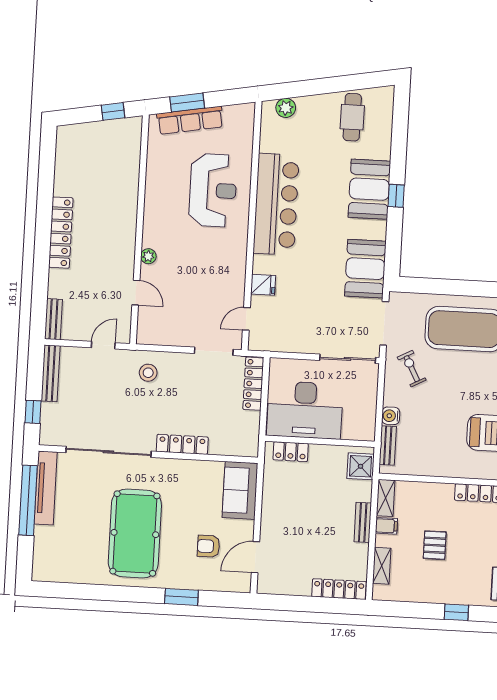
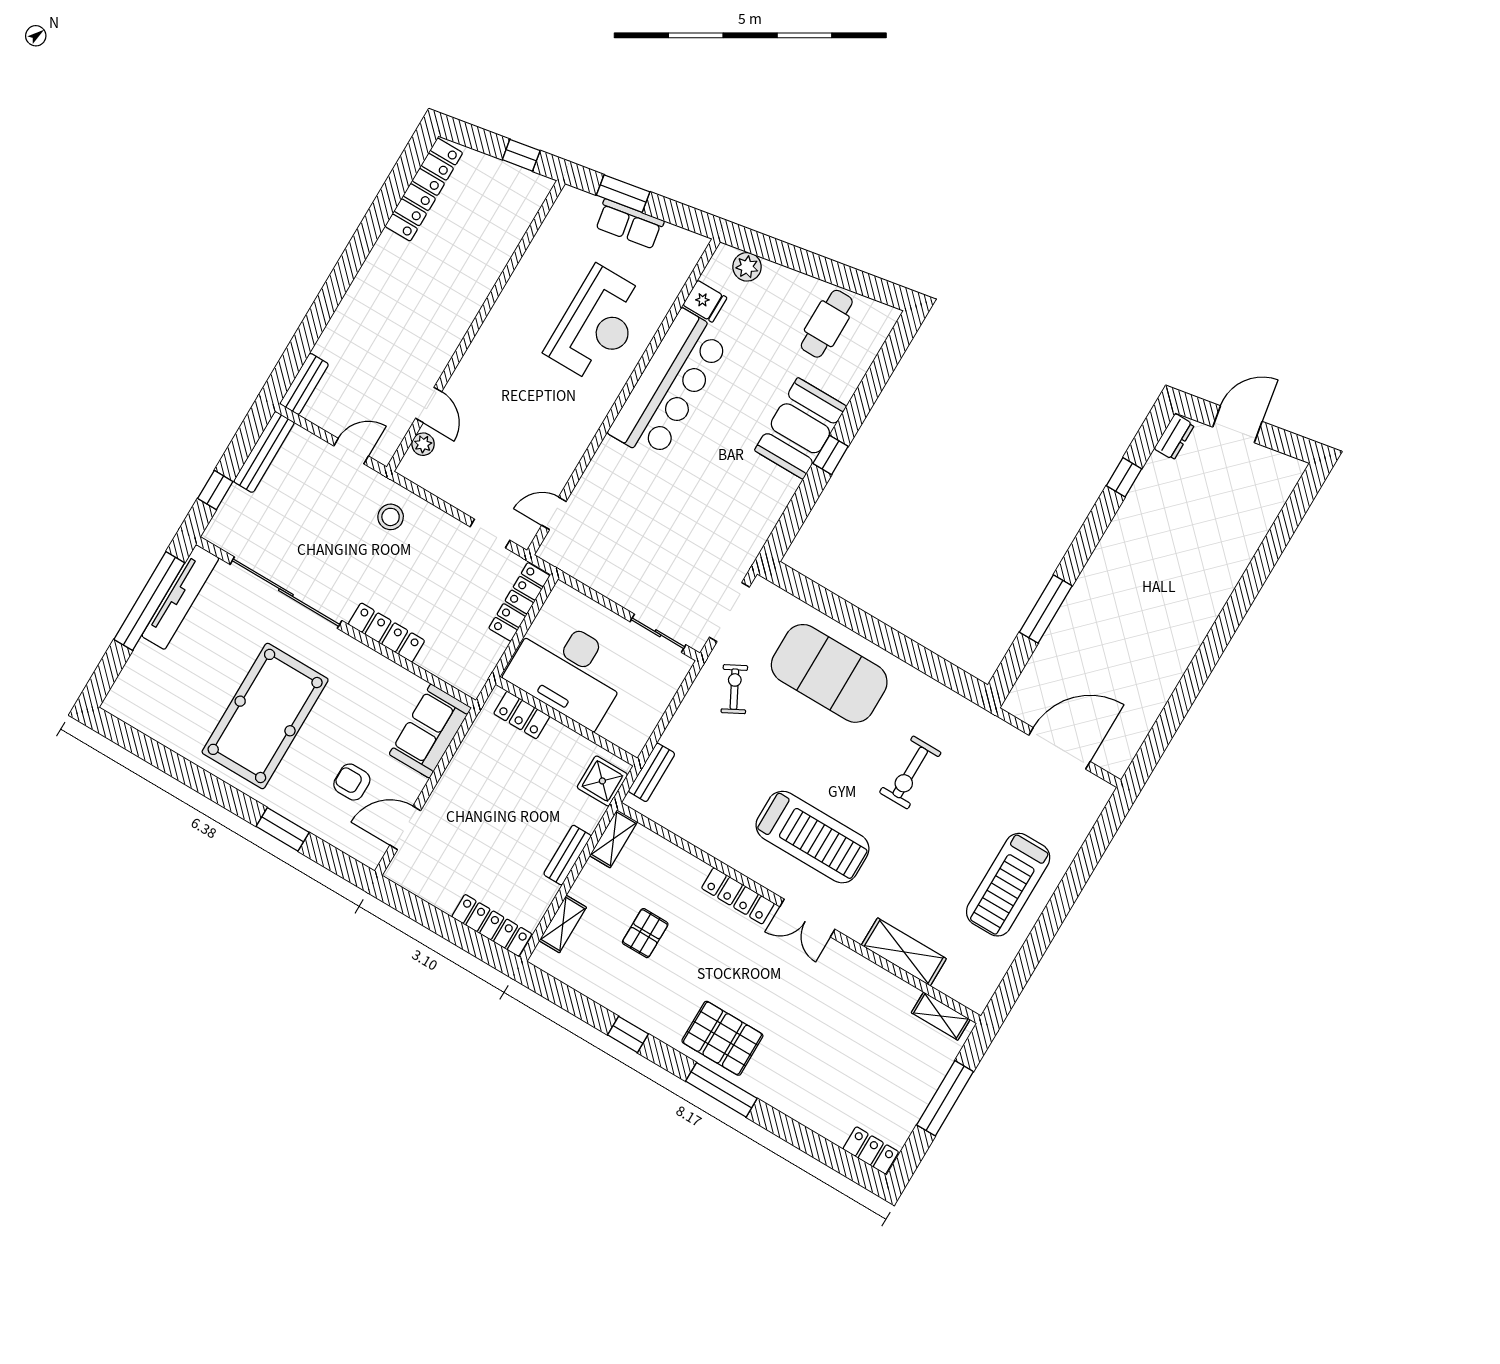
row of seats: (190, 120) -> (629, 224), width x0.68
locker: (61, 233) -> (424, 189), moved
plant: (148, 256) -> (423, 444), moved
booth: (365, 269) -> (742, 529), removed
fridge: (263, 285) -> (705, 301), moved
doorway: (214, 351) -> (490, 533), width x0.73
sliding door: (348, 359) -> (658, 633), width x0.73
water cooler: (391, 416) -> (675, 736), removed
filing cabinet: (386, 526) -> (596, 875), removed

